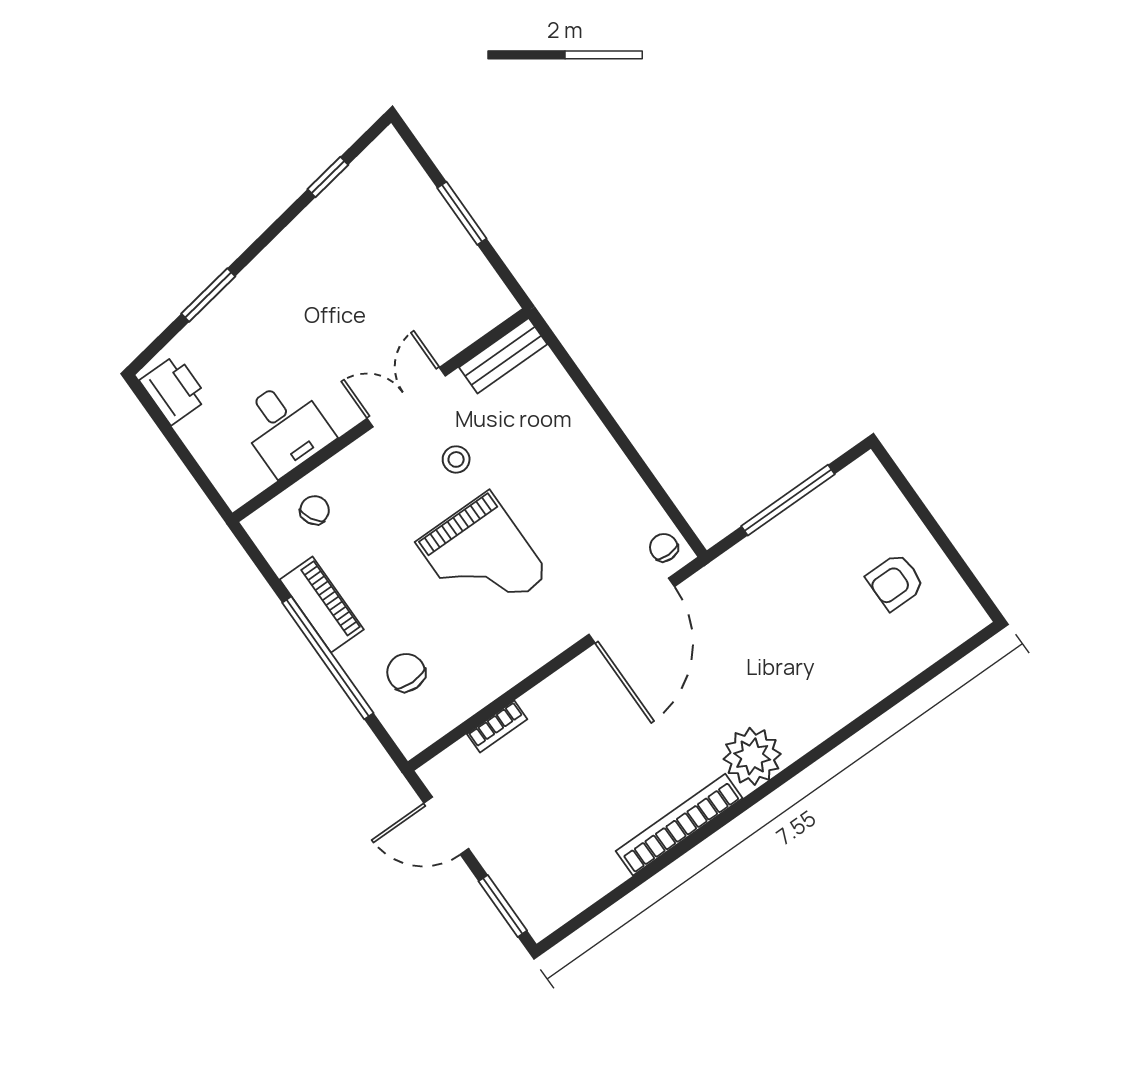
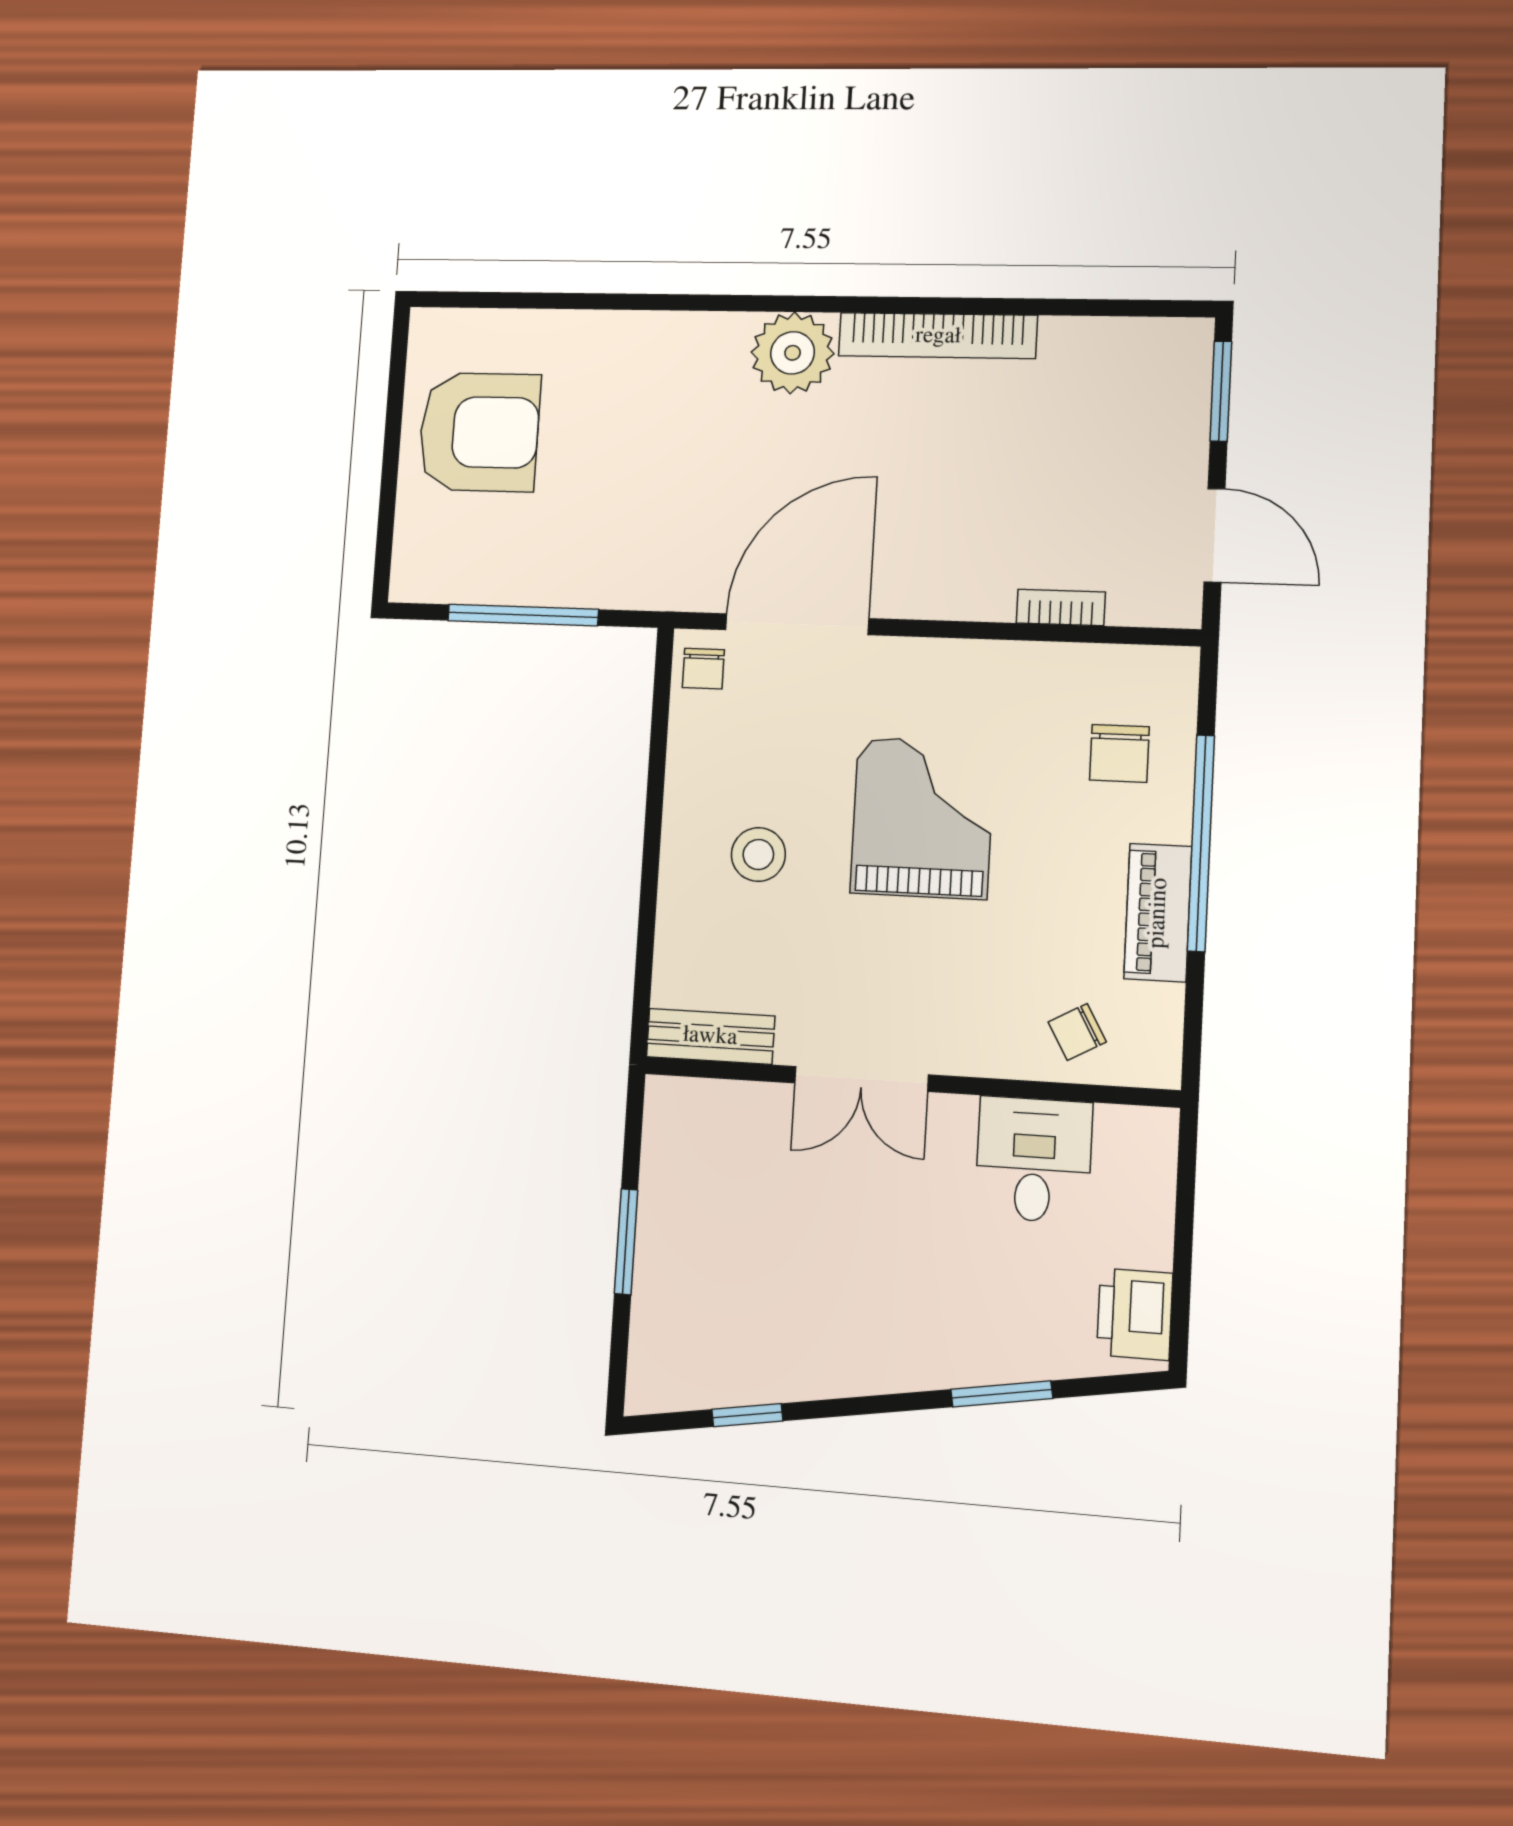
stool: (456, 459) -> (758, 855), moved, width x1.37, depth x1.37
armchair: (895, 582) -> (479, 432), width x1.88, depth x1.88

